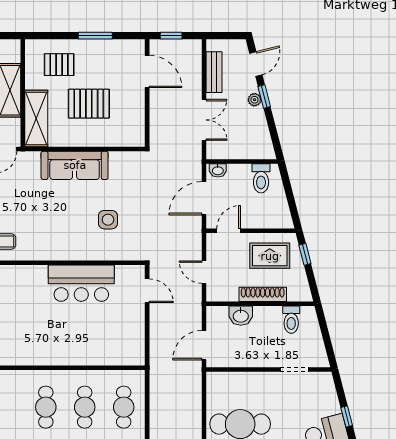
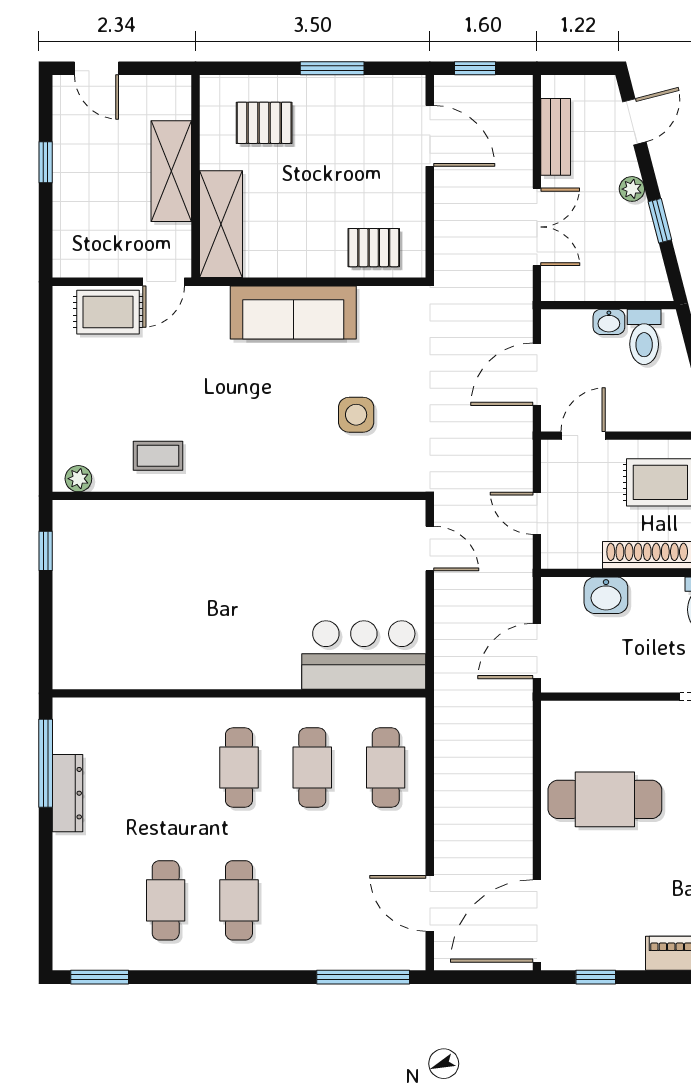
window: (264, 96) -> (660, 221), moved
pallet: (89, 104) -> (374, 248), moved, width x0.67, depth x0.71
washbasin: (218, 170) -> (609, 322), moved
bar counter: (81, 283) -> (364, 655), moved, turned 180

